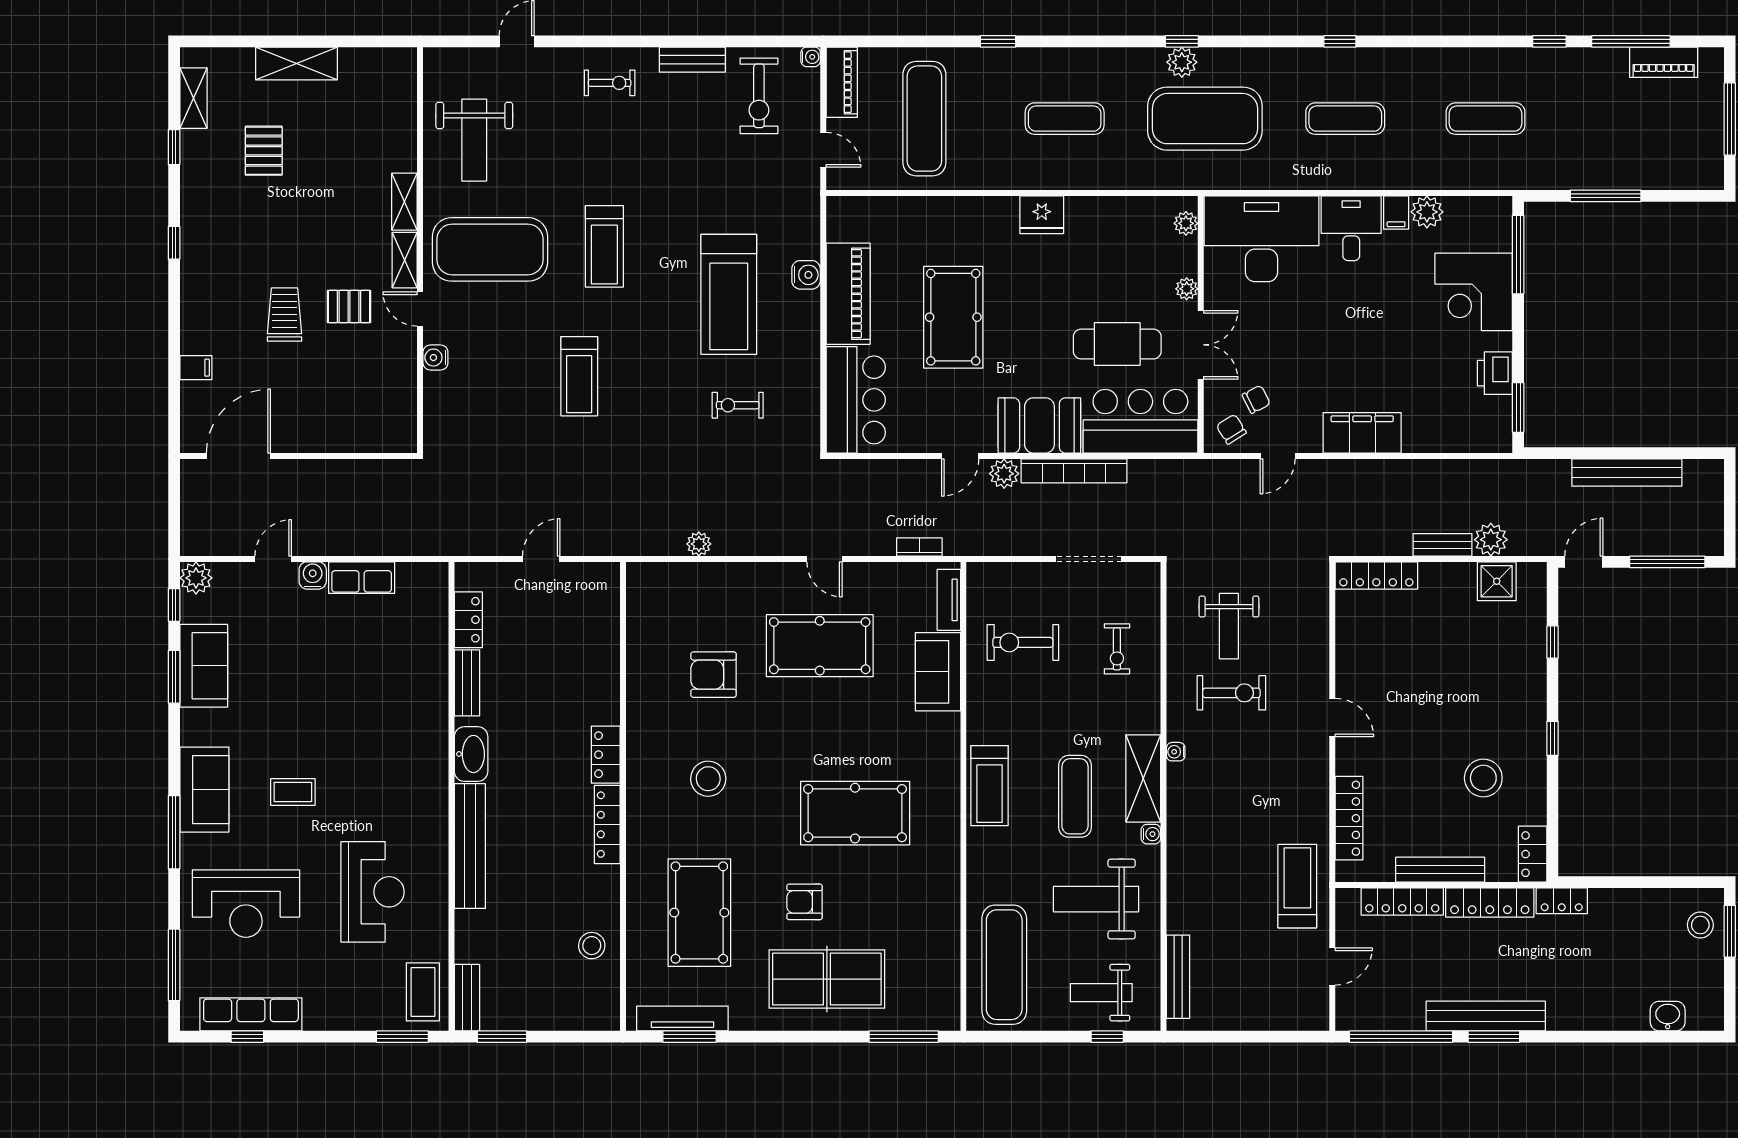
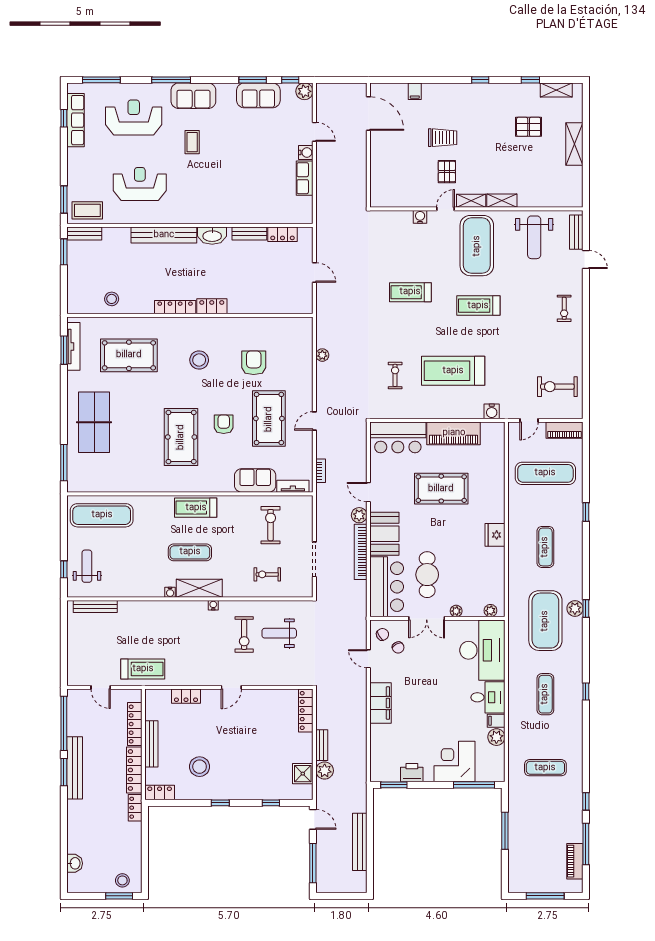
water cooler: (811, 57) -> (578, 414), removed
bench: (692, 60) -> (576, 232), moved
exercise mat: (1486, 119) -> (545, 768), turned 90
weight bench: (474, 140) -> (534, 237), turned -90
water cooler: (806, 275) -> (492, 411), moved
locker: (1349, 818) -> (186, 696), width x0.66
reception desk: (373, 892) -> (140, 184), turned 180
weight bench: (1096, 899) -> (136, 563), removed
armchair: (805, 902) -> (224, 424), moved
reception desk: (246, 904) -> (134, 118), turned 90

